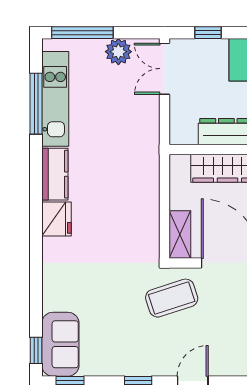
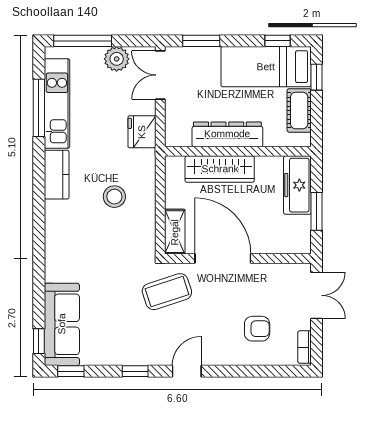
window: (208, 33) -> (201, 41), width x1.50
stool: (116, 197) -> (114, 197), added
fridge: (56, 219) -> (142, 132), moved, turned 180
sofa: (60, 344) -> (62, 324), width x1.36

